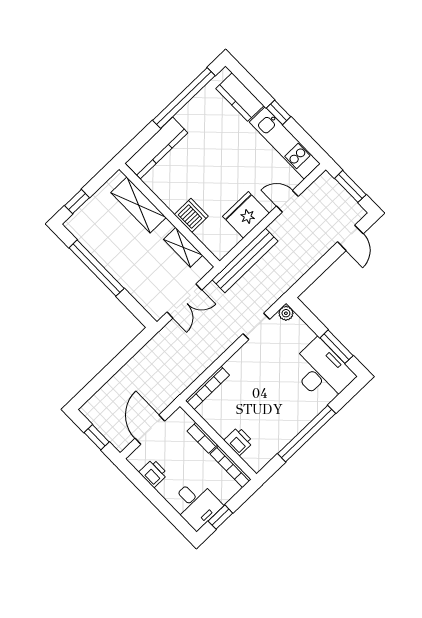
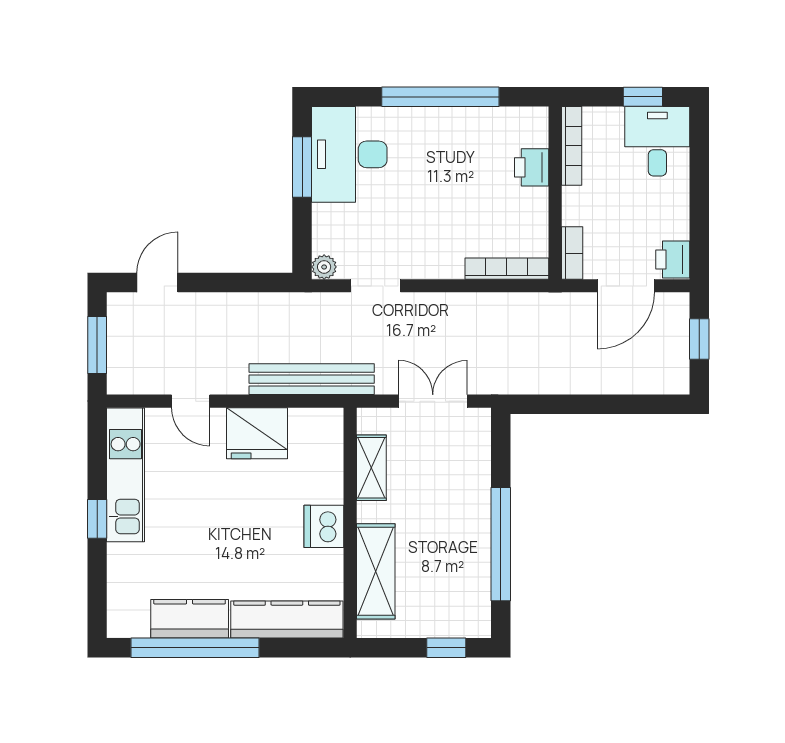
kitchen counter: (240, 97) -> (190, 619), moved, turned -90
dishwasher: (191, 215) -> (324, 526), moved
bookcase: (202, 438) -> (572, 253), moved
printer: (153, 473) -> (673, 260), moved

